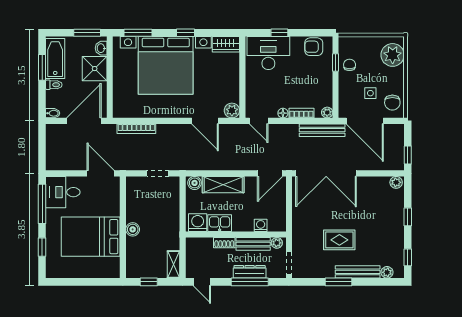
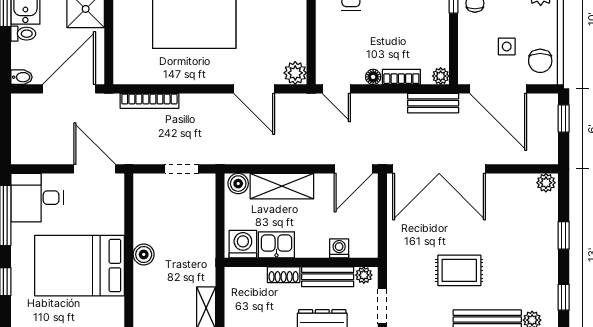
bench: (322, 130) -> (433, 103), width x0.73
window: (408, 155) -> (564, 118), moved

